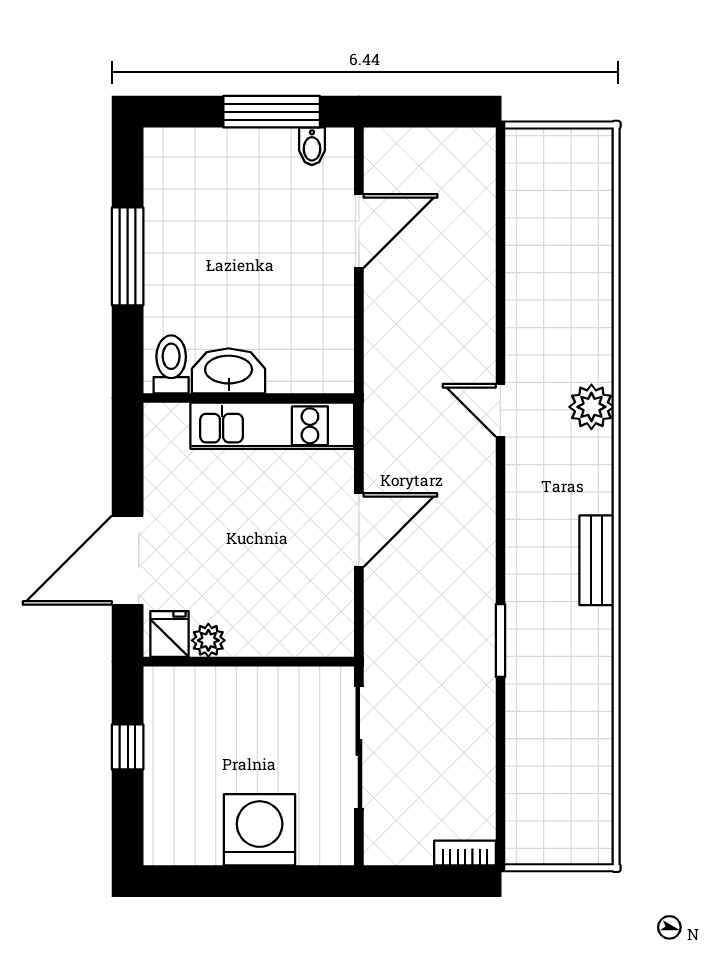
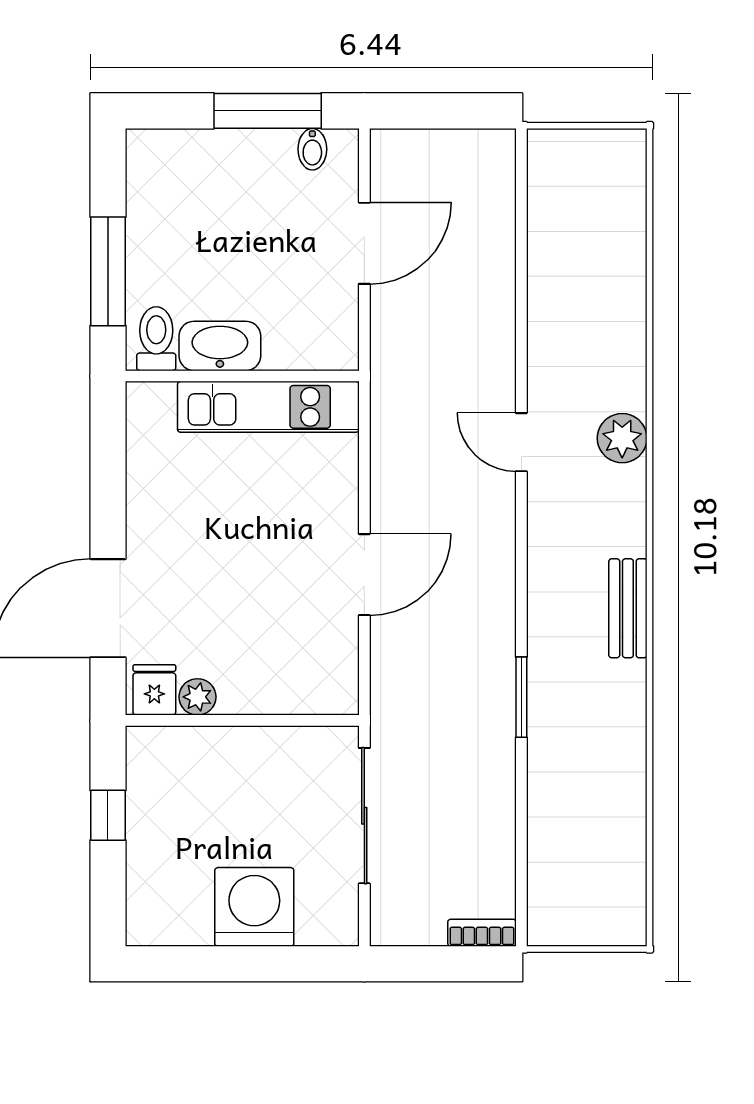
toilet: (171, 364) -> (156, 339), moved
washbasin: (229, 371) -> (220, 346), moved
wall: (249, 398) -> (242, 376), moved
kitchen unit: (272, 426) -> (268, 407), moved

